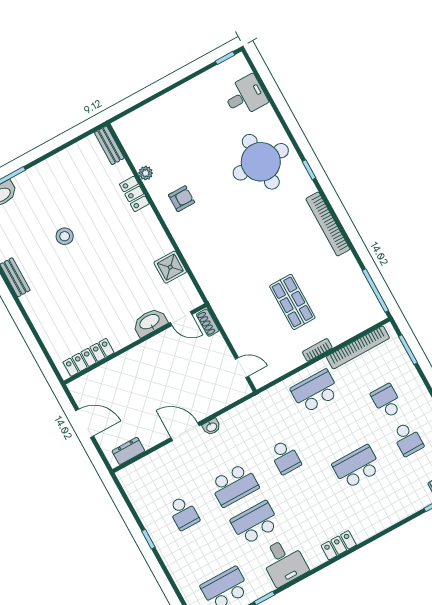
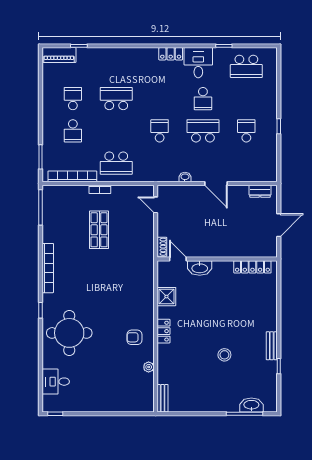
locker: (134, 194) -> (164, 331), moved
door: (85, 423) -> (279, 225), swing flipped
washbasin: (211, 427) -> (185, 177), moved
school desk: (357, 467) -> (116, 99), turned 180
school desk: (255, 523) -> (203, 99), width x0.54
locker: (339, 545) -> (171, 54), moved

